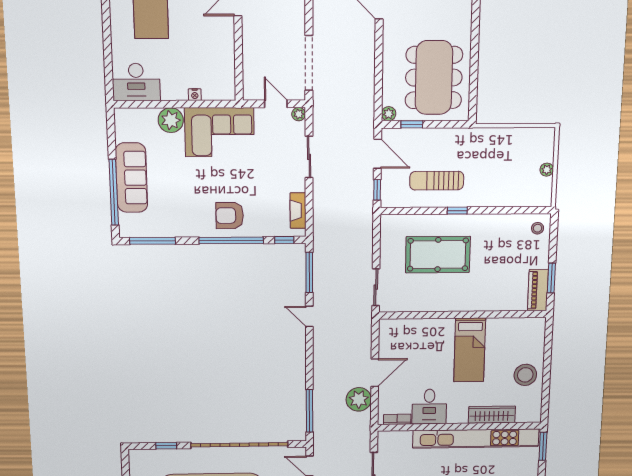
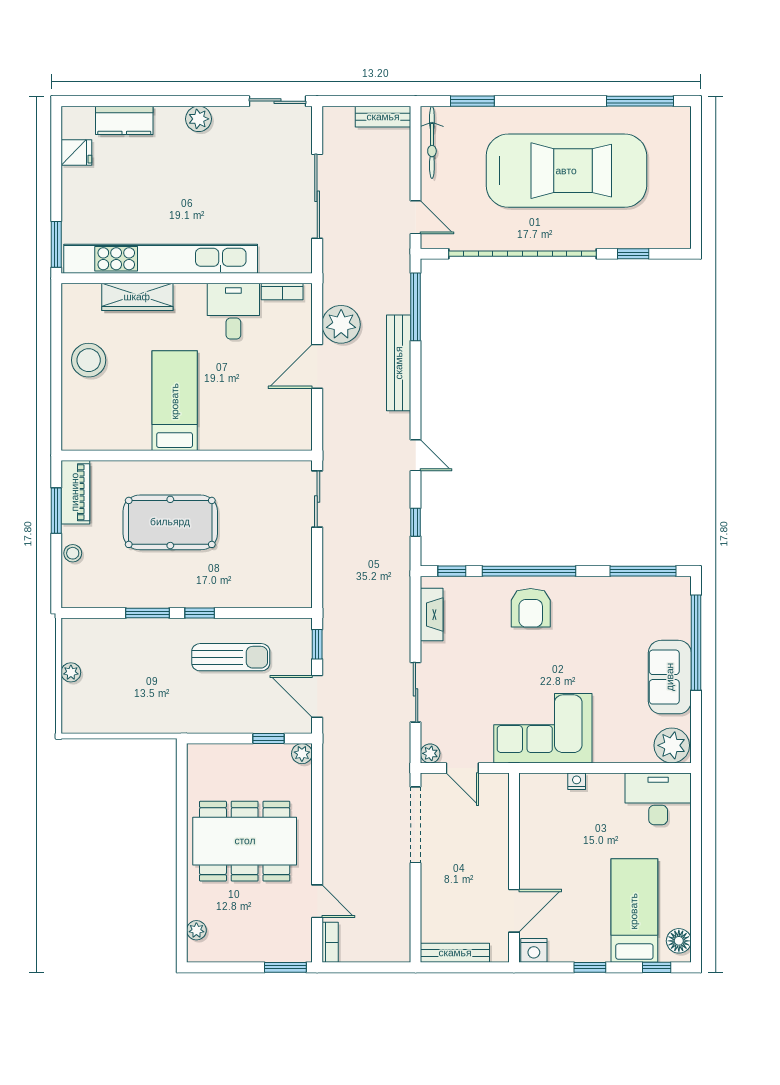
dining table: (434, 78) -> (245, 841), moved, turned 90
plant: (171, 120) -> (672, 745), moved
sofa: (132, 178) -> (670, 677), width x0.73
window: (493, 210) -> (148, 613), added
armchair: (230, 216) -> (531, 608), turned 90
stool: (538, 228) -> (73, 553), moved
pool table: (438, 255) -> (170, 522), moved
window: (309, 272) -> (416, 522), width x0.46
bench: (321, 376) -> (399, 363), added

